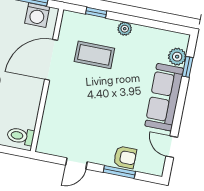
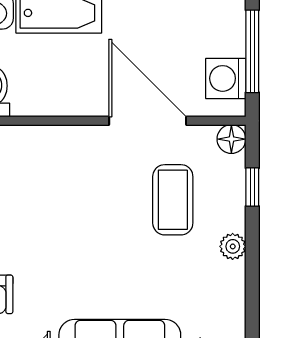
floor lamp: (69, 18) -> (231, 139), added

